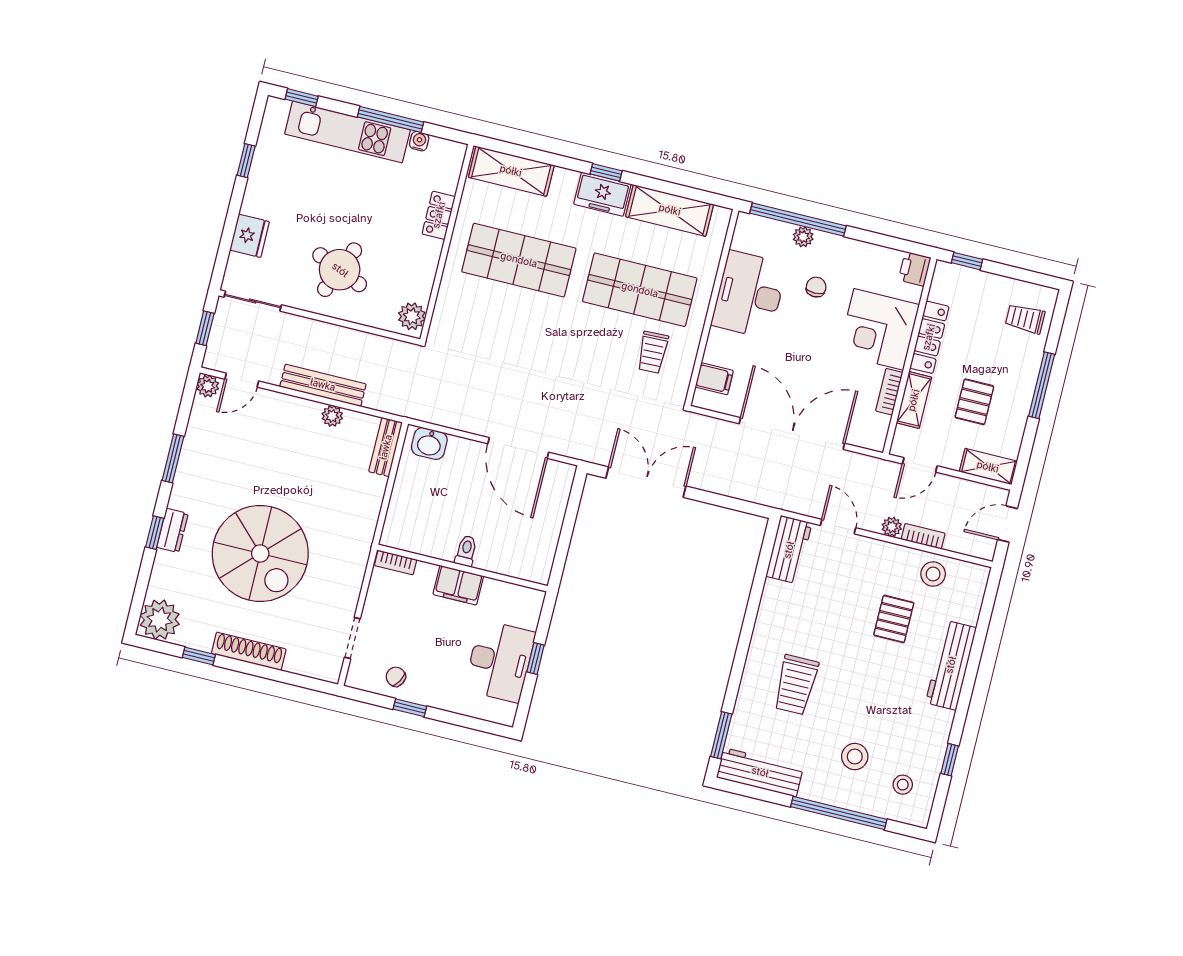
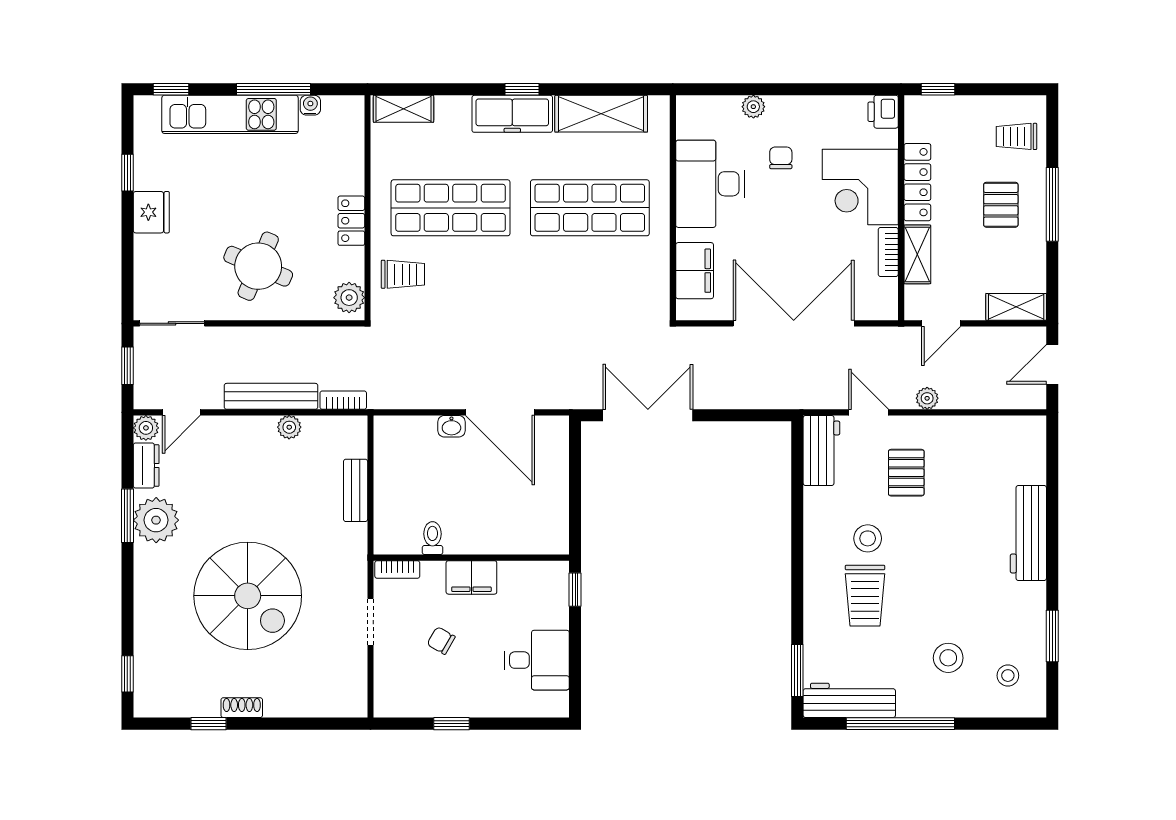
shelving: (511, 171) -> (403, 109), width x0.67, depth x0.75
freezer: (602, 194) -> (512, 114), width x1.40
locker: (439, 215) -> (351, 221), moved
window: (798, 220) -> (743, 89), removed
fridge: (250, 236) -> (151, 212), moved
trolley: (653, 352) -> (403, 274), moved, turned -88
filing cabinet: (714, 379) -> (695, 271), width x2.00
pallet: (974, 402) -> (1001, 205), moved
washbasin: (429, 444) -> (451, 426), moved, width x0.72, depth x0.69
bench: (386, 447) -> (356, 490), moved
dresser: (172, 530) -> (146, 466), moved
window: (155, 533) -> (127, 674), moved
bookcase: (923, 536) -> (343, 400), moved
toilet: (466, 551) -> (432, 538), moved
stool: (933, 574) -> (868, 538), moved
pallet: (894, 619) -> (906, 473), moved
plant: (160, 620) -> (156, 520), moved
doorway: (352, 638) -> (370, 622), moved
shoe rack: (249, 651) -> (242, 708), width x0.51, depth x0.81
window: (536, 658) -> (575, 590), moved
desk: (500, 661) -> (537, 660), width x0.73
chair: (396, 677) -> (441, 641), moved
window: (950, 760) -> (1052, 636), width x1.50
window: (839, 813) -> (900, 724), moved

